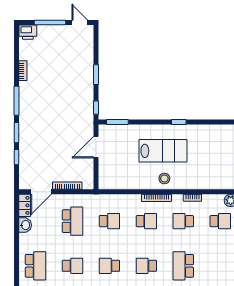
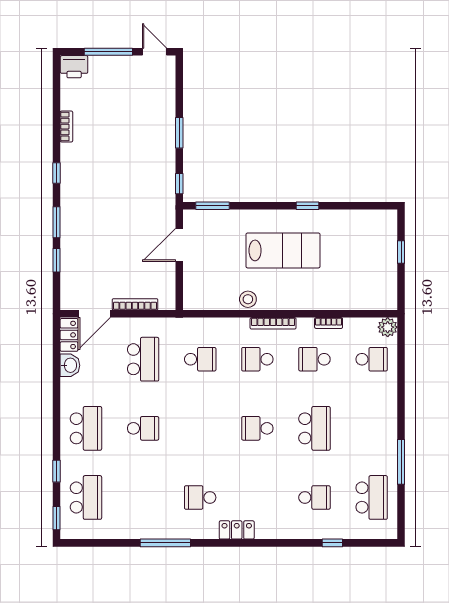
window: (17, 101) -> (57, 173), width x0.46
stool: (164, 178) -> (248, 299), moved
school desk: (146, 221) -> (257, 359), turned 180
school desk: (109, 266) -> (200, 428), removed
school desk: (183, 266) -> (314, 428), turned 180

